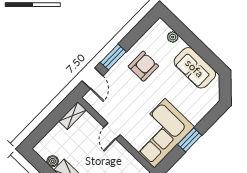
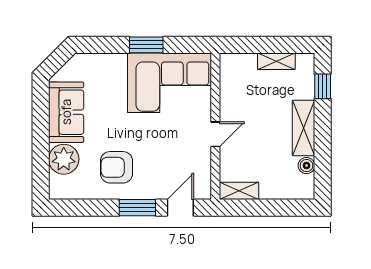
plant: (173, 37) -> (64, 159), width x1.88, depth x1.88

